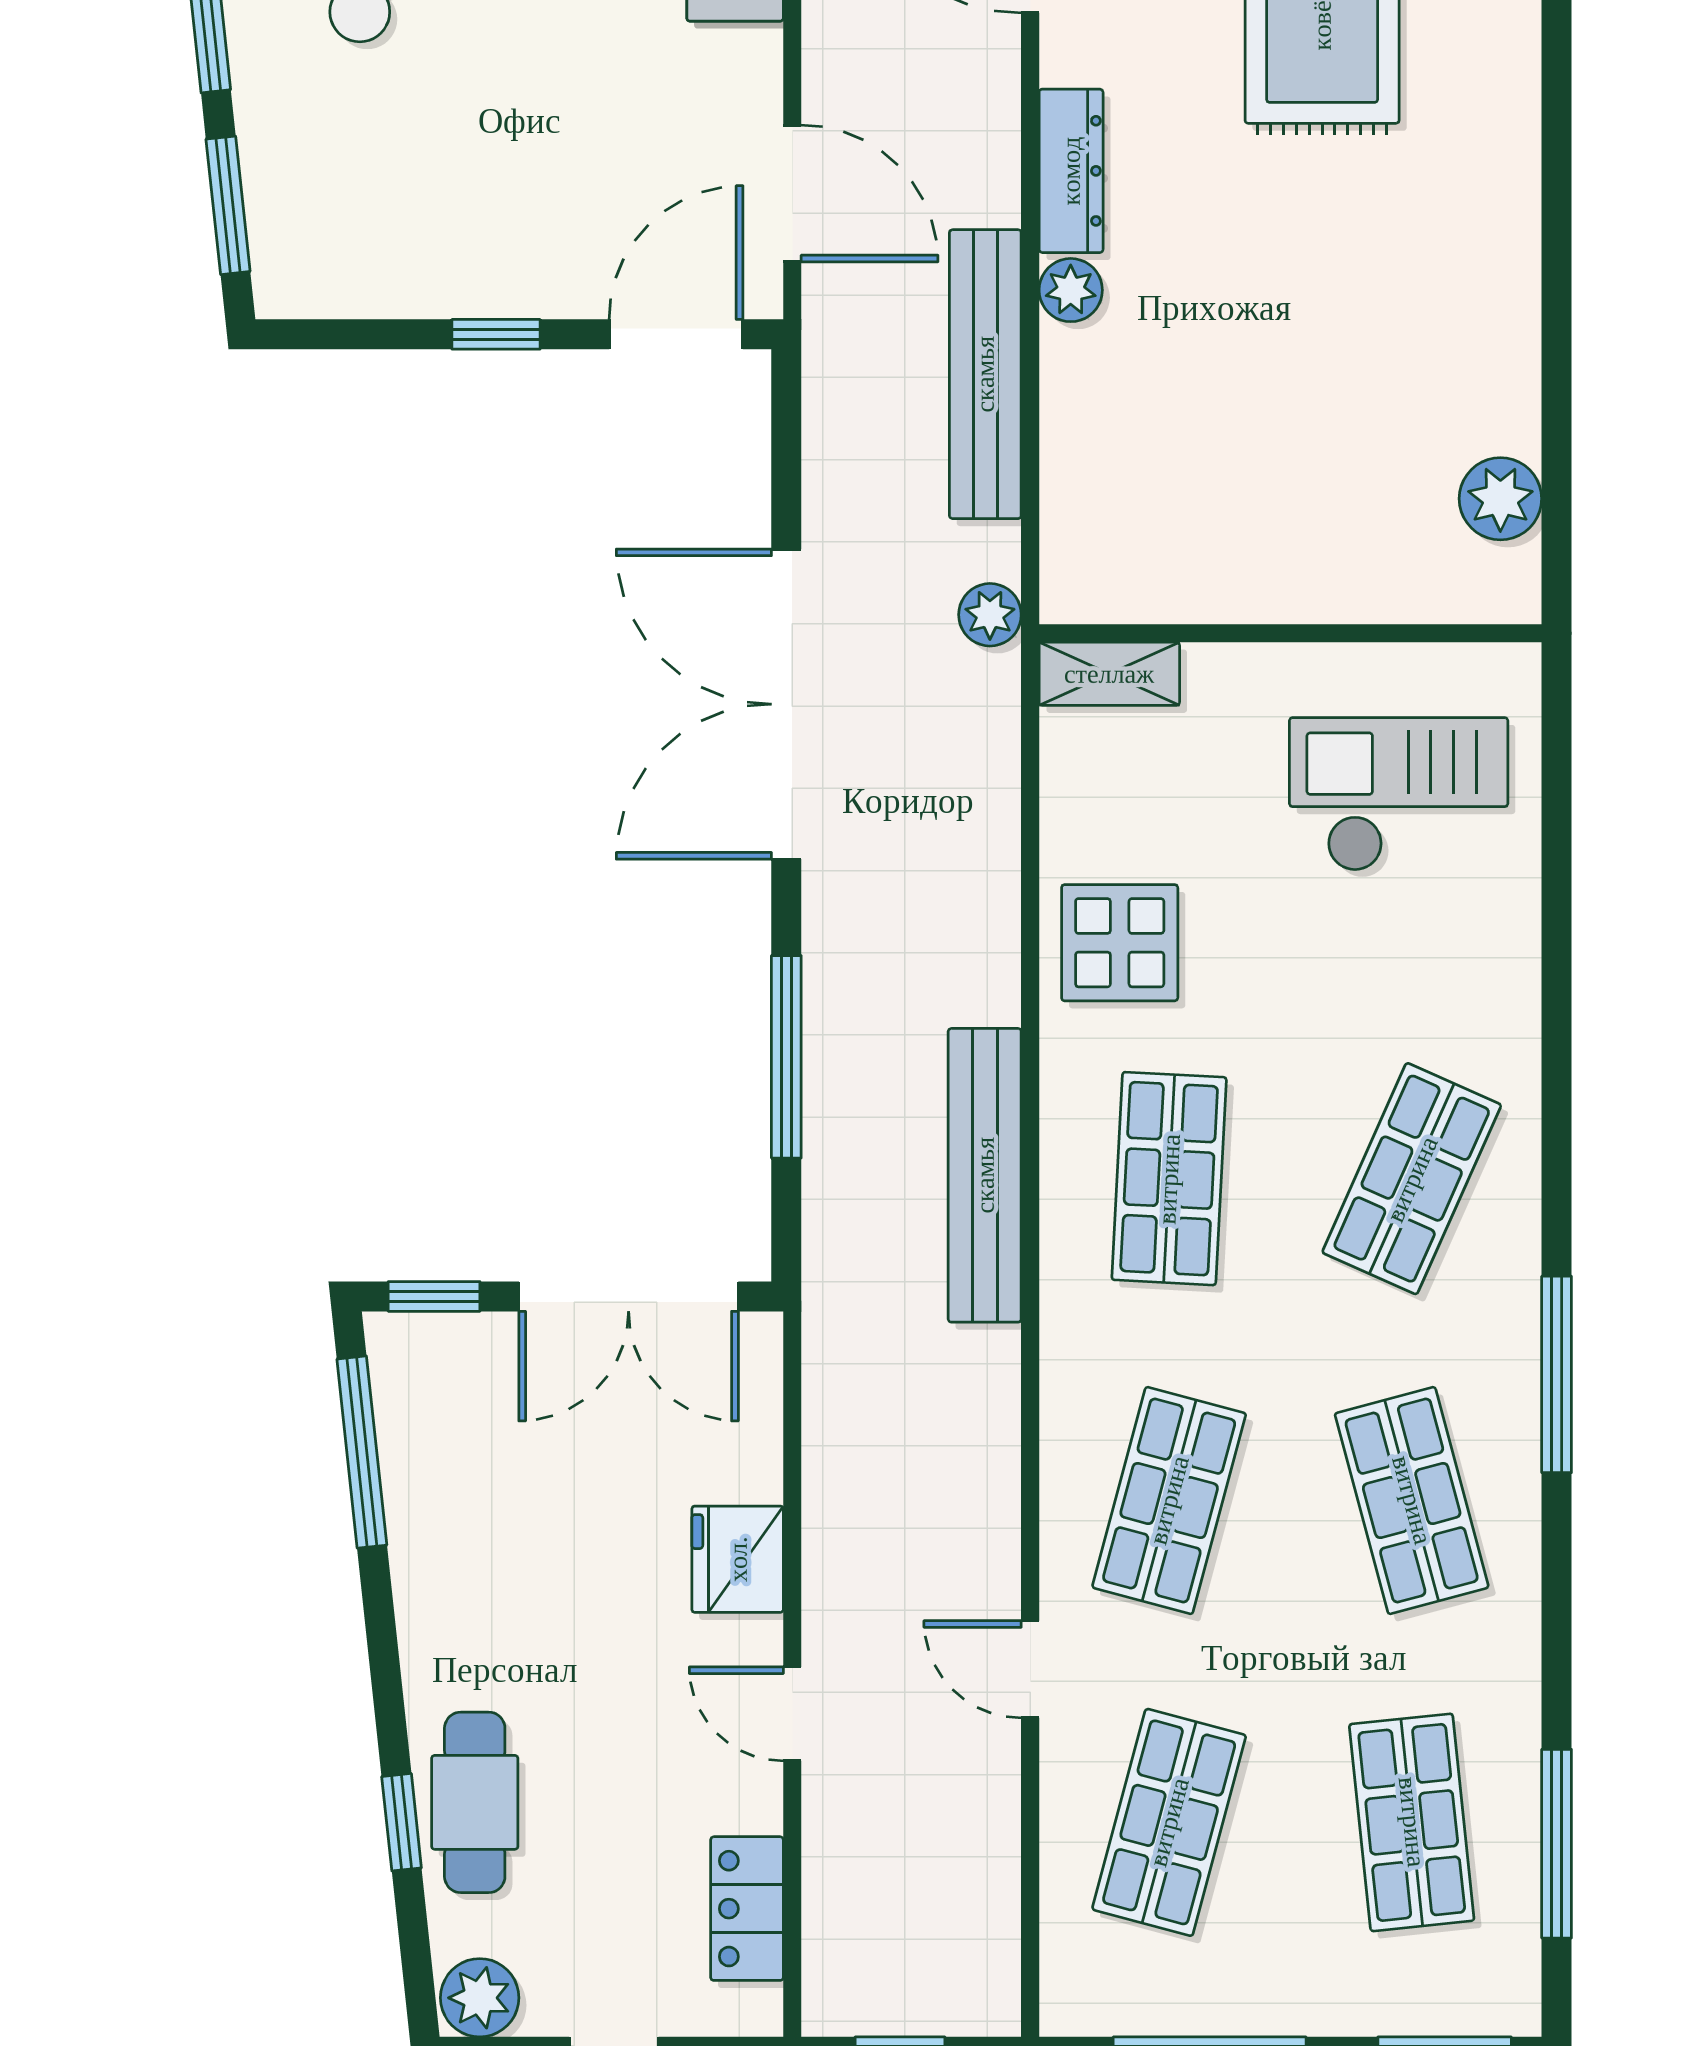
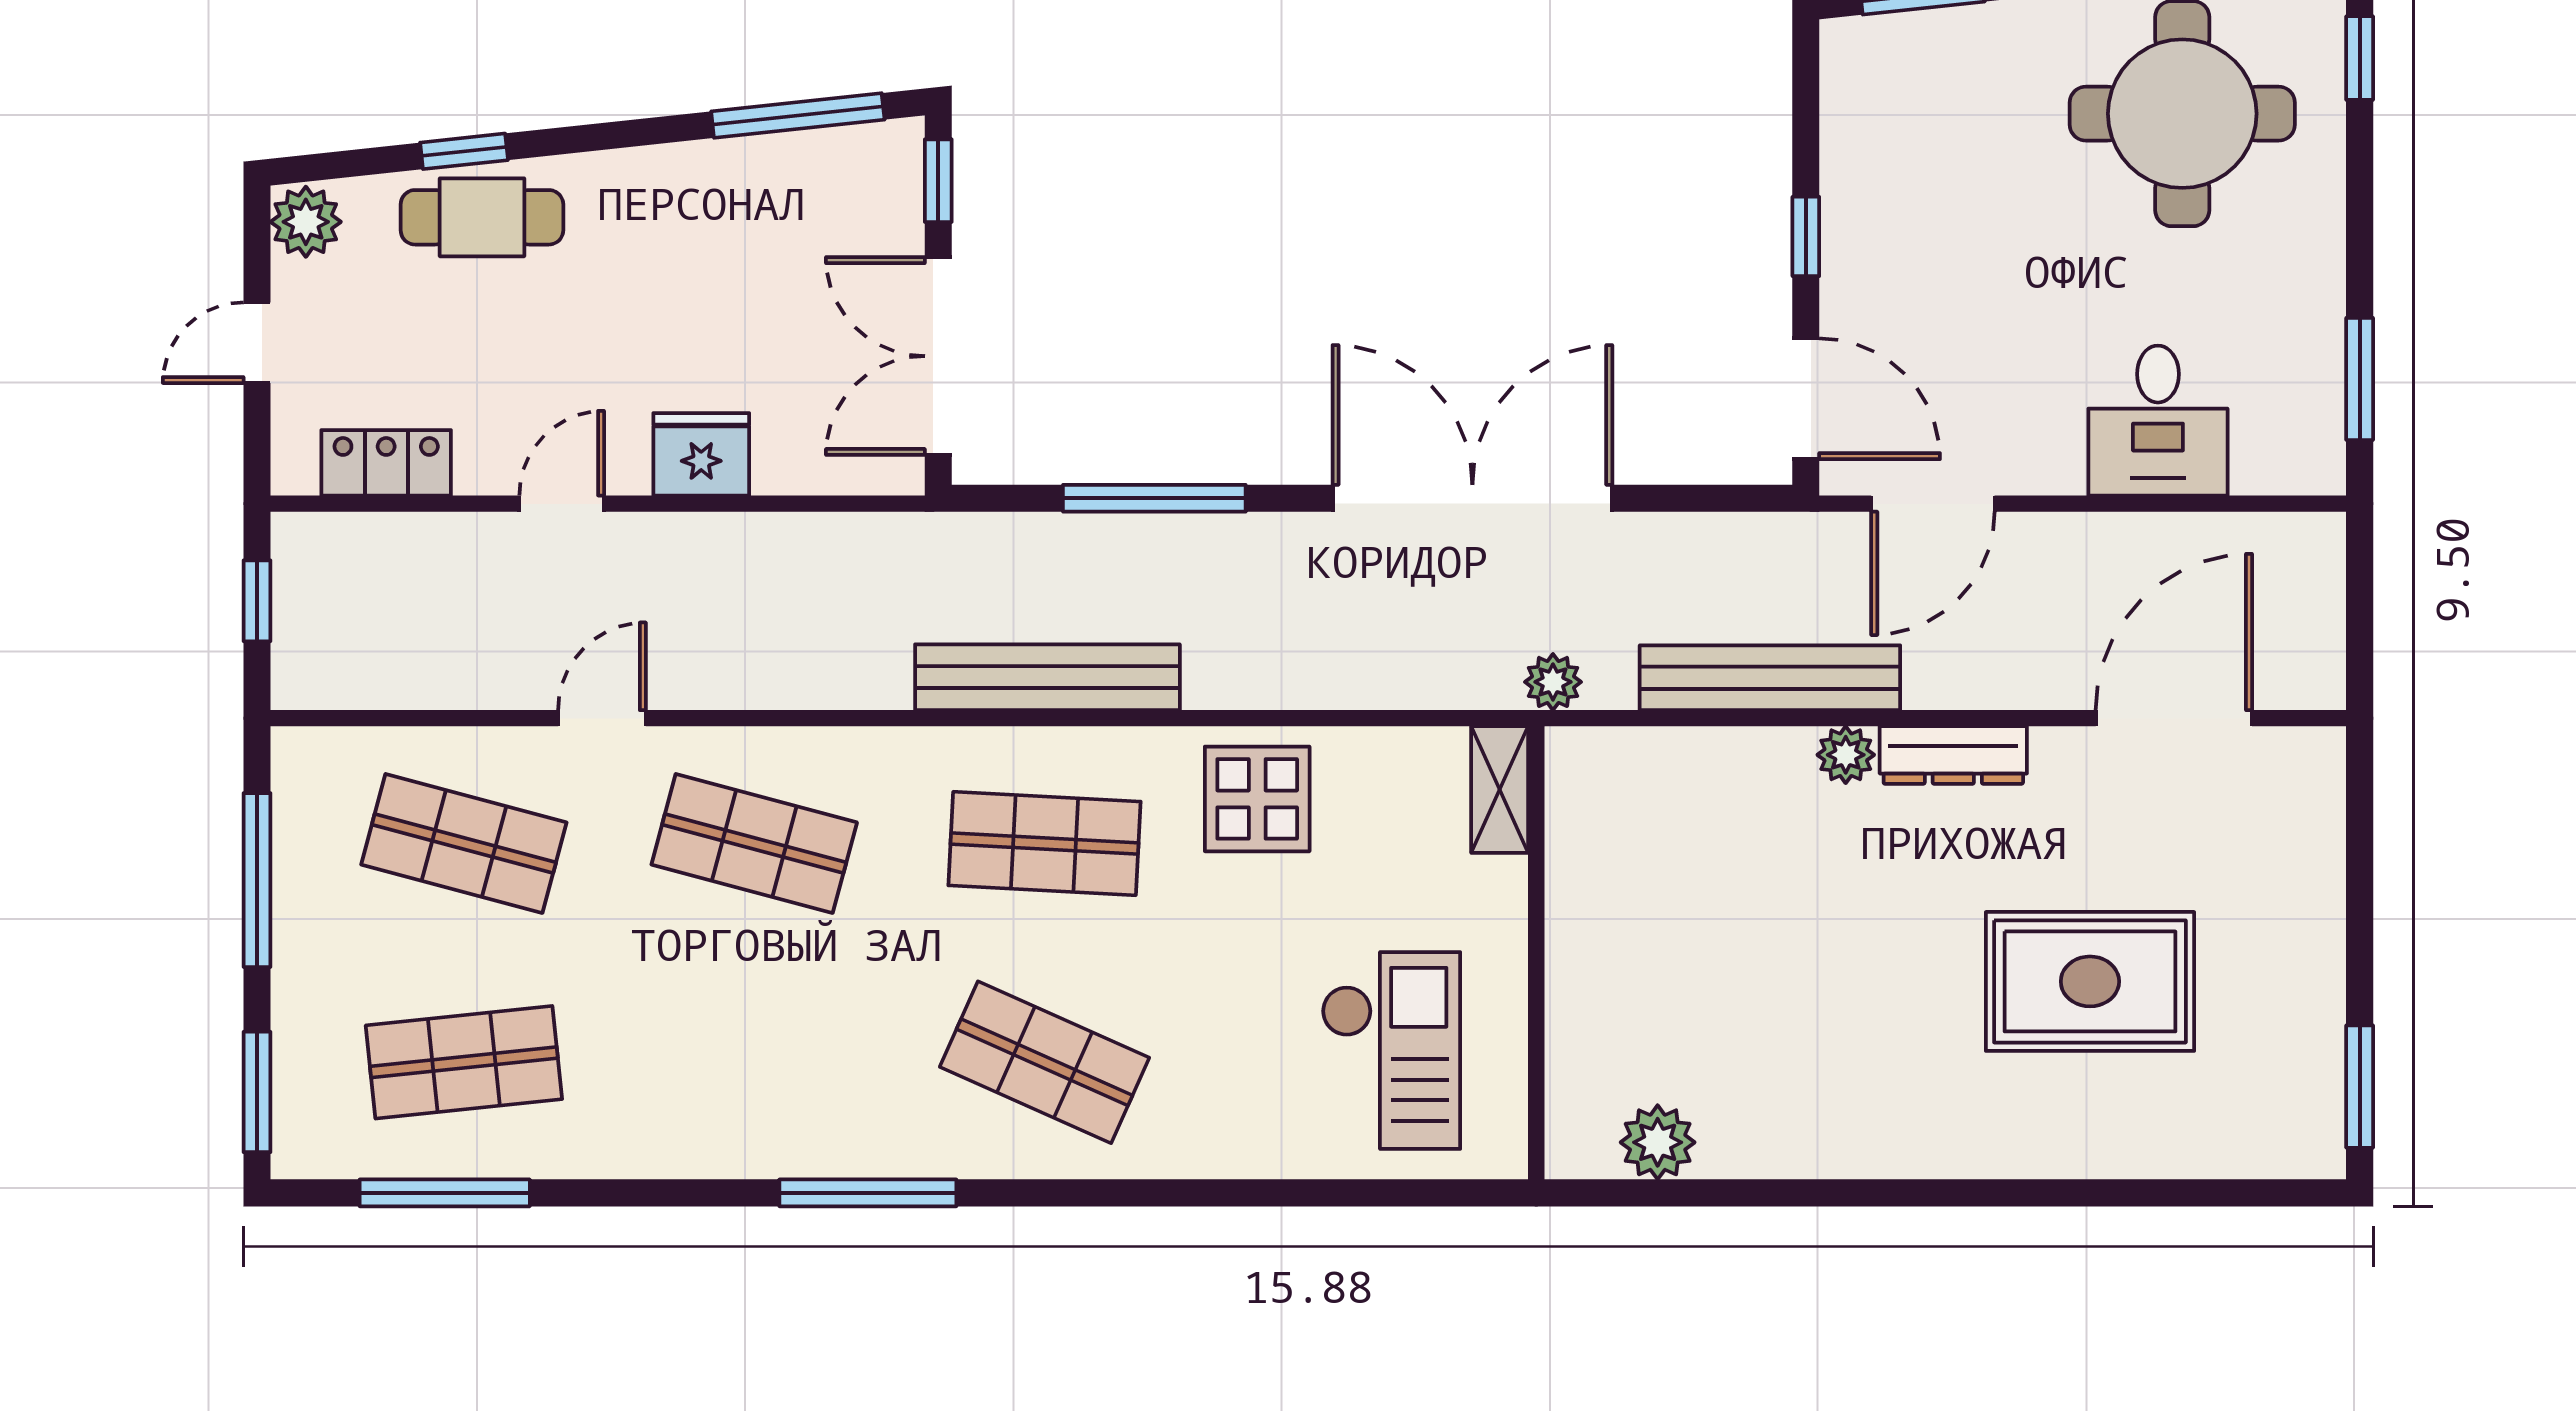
shop shelf: (1412, 1500) -> (754, 1062), removed

